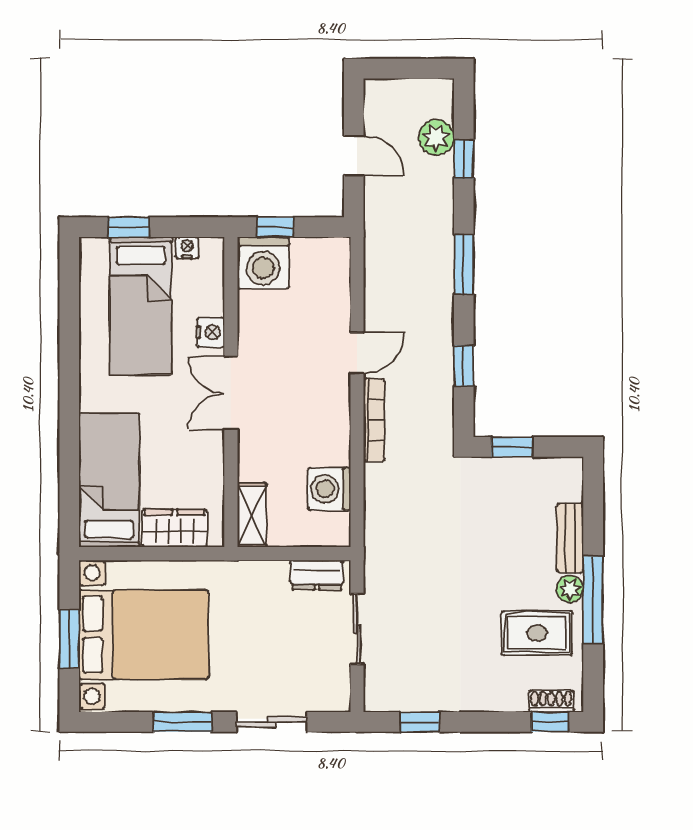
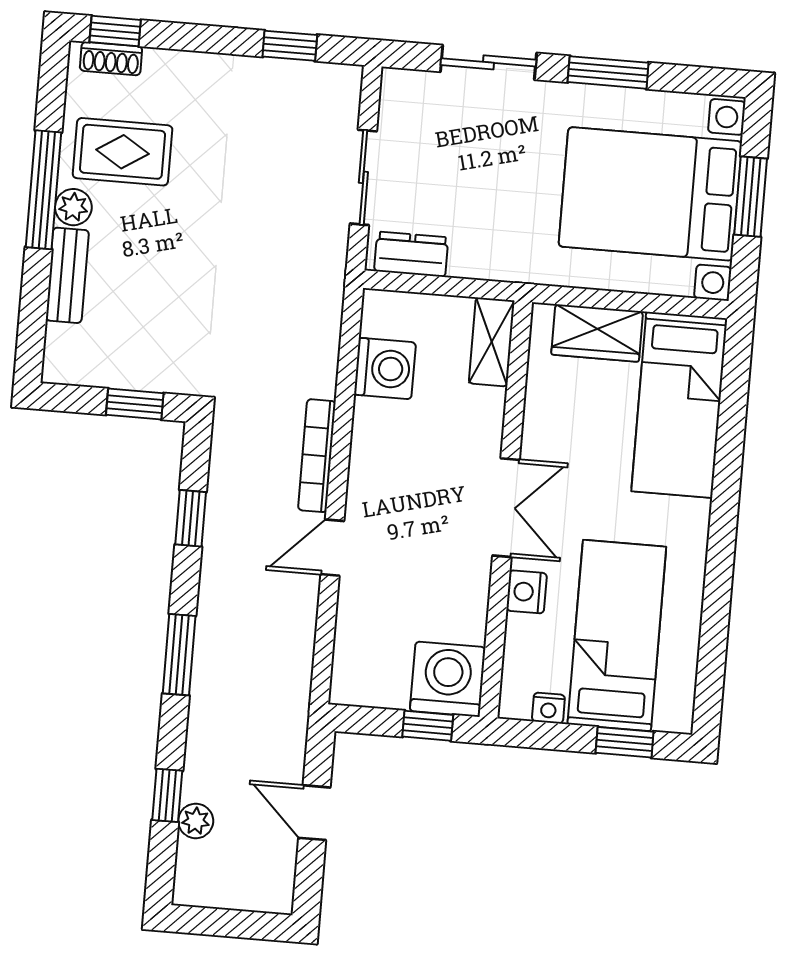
plant: (436, 137) -> (196, 821), width x0.73, depth x0.73

